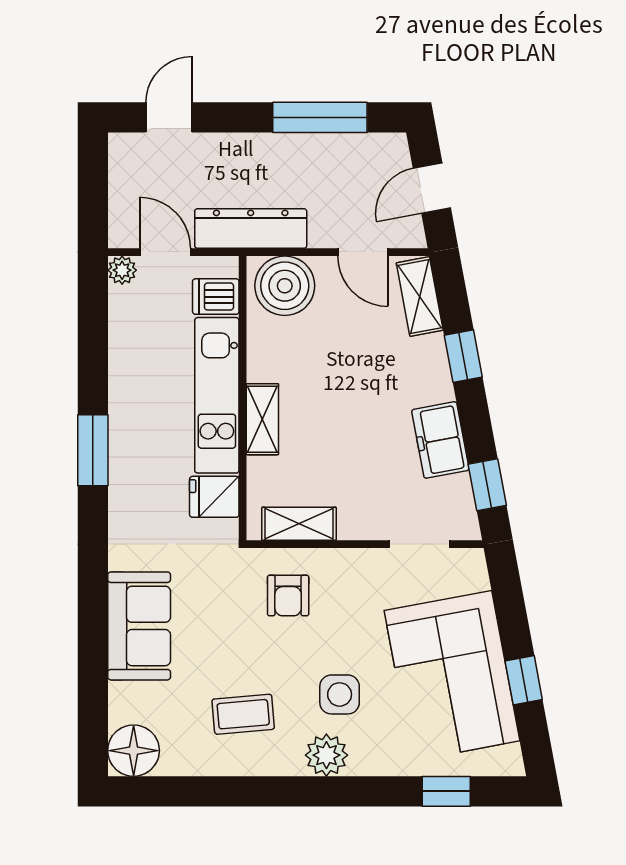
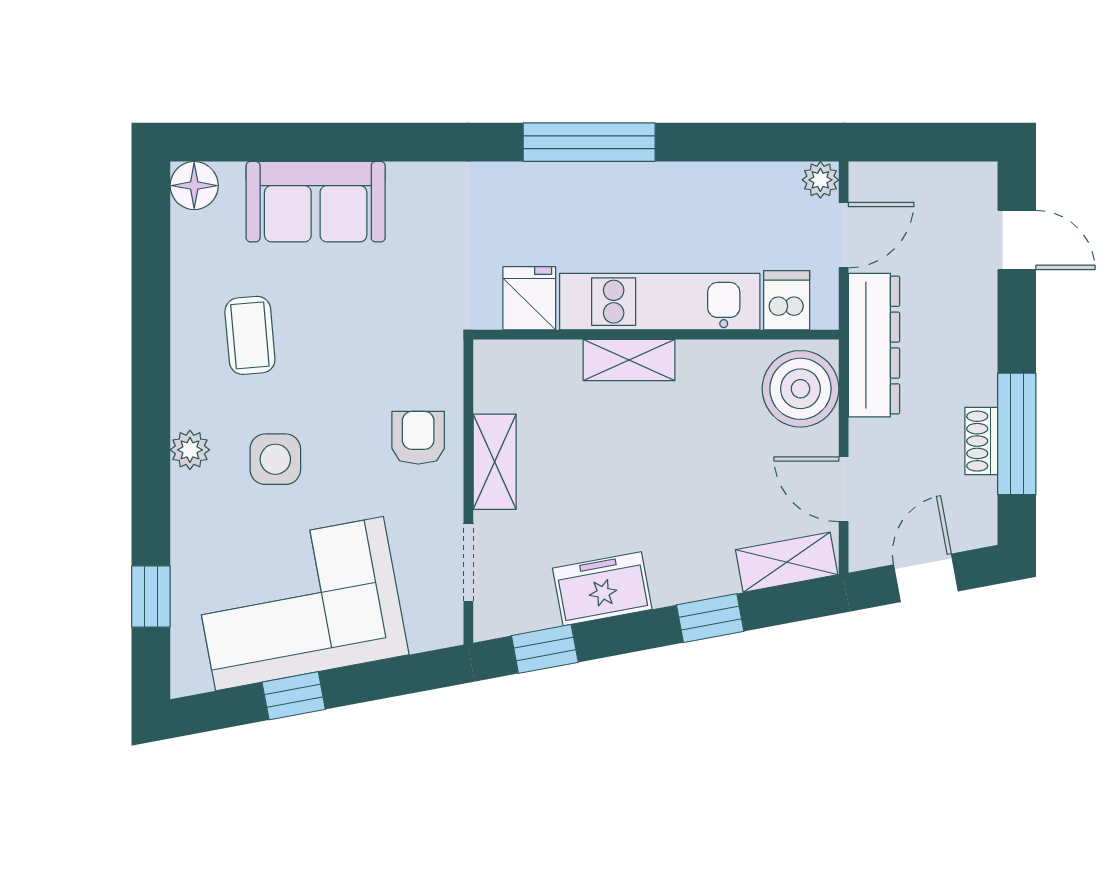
shoe rack: (325, 145) -> (981, 441), added
door: (432, 188) -> (926, 578), hinge flipped
door: (363, 252) -> (844, 489), hinge flipped
window: (93, 450) -> (589, 142), width x1.44
shelving: (299, 524) -> (495, 462), moved
armchair: (288, 595) -> (418, 438), moved, turned 90
sofa: (139, 626) -> (316, 202), moved
floor lamp: (134, 751) -> (194, 186), width x0.73, depth x0.73
plant: (326, 755) -> (190, 450), width x0.73, depth x0.73

